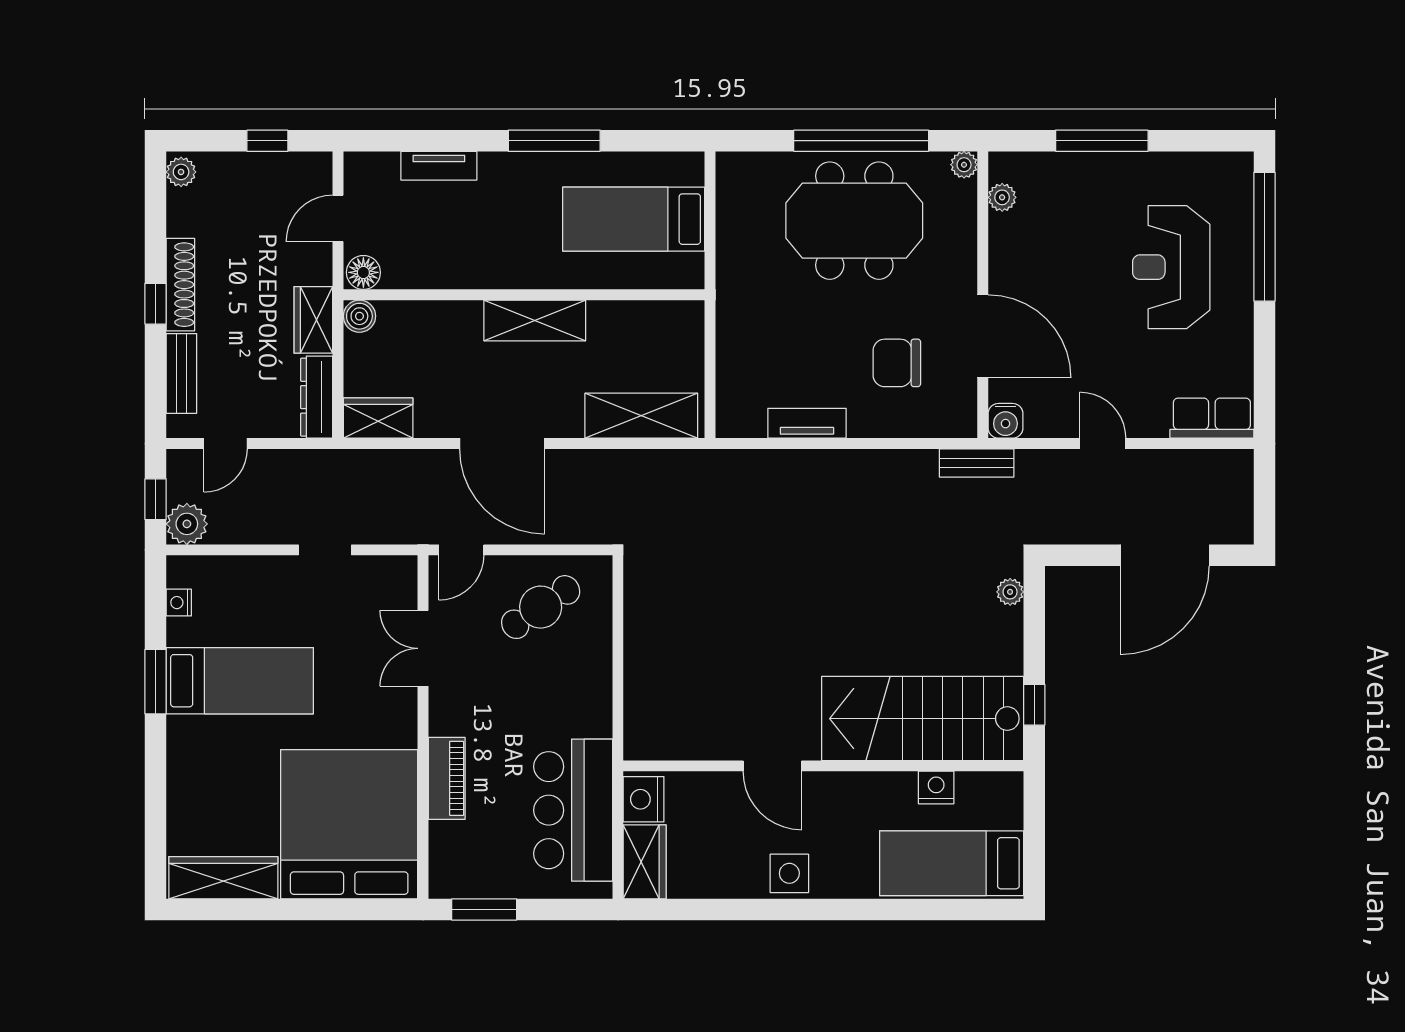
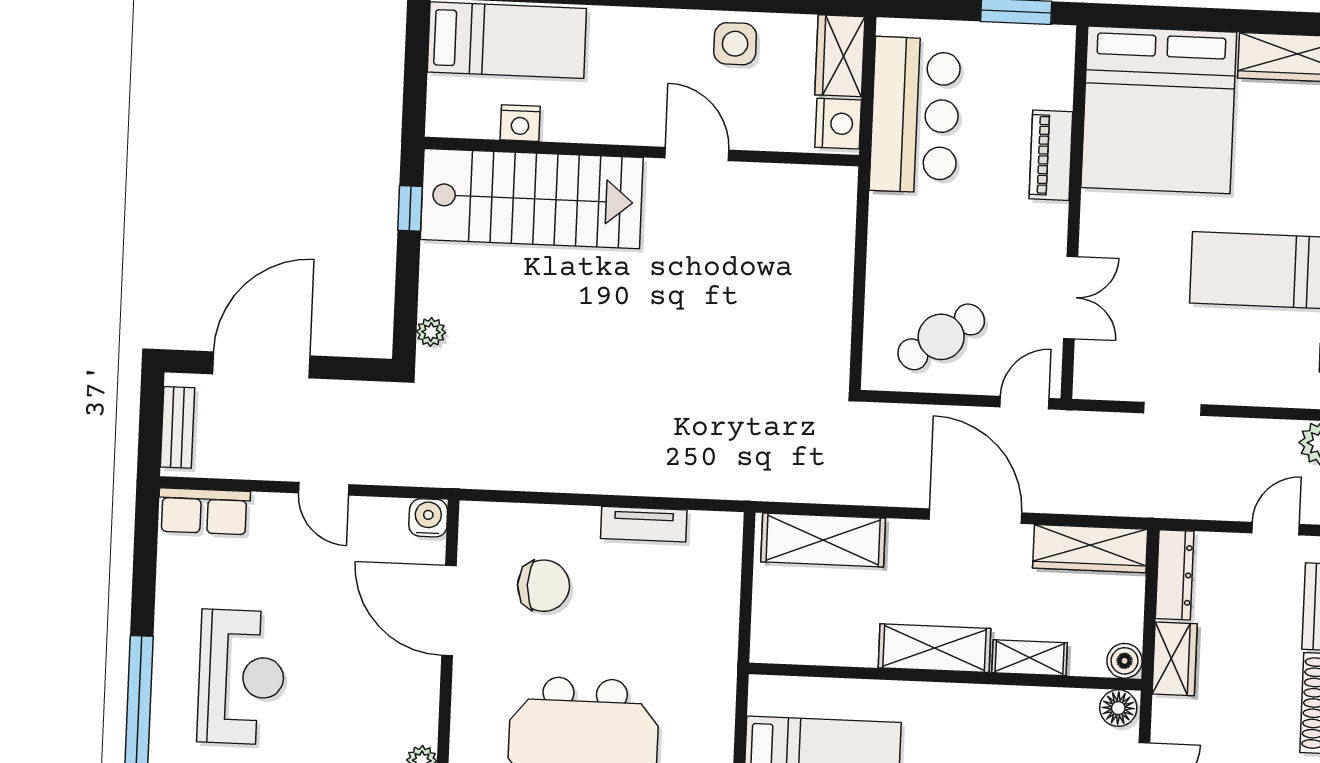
shelving: (447, 315) -> (1030, 658), added
wardrobe: (378, 418) -> (1090, 549), width x1.50
bench: (977, 463) -> (177, 427), moved, turned 90
side table: (789, 873) -> (735, 44), moved

